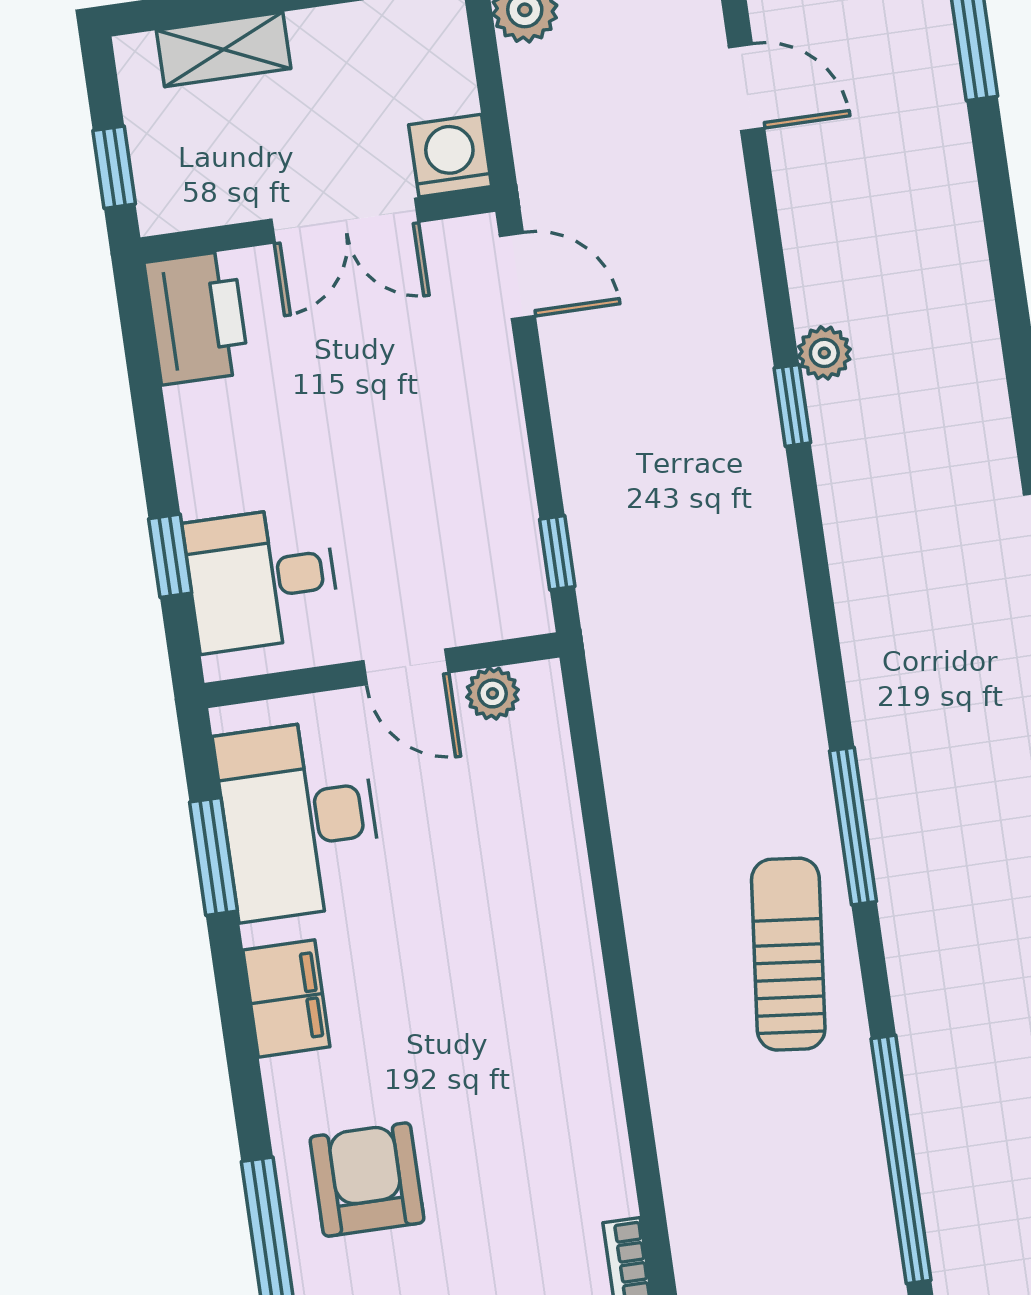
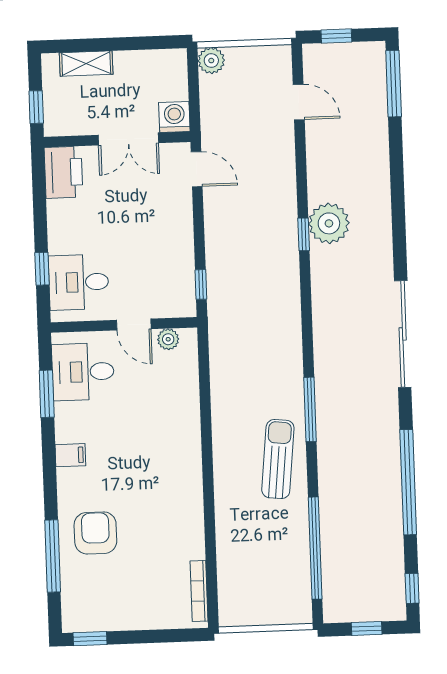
plant: (824, 353) -> (329, 223), width x1.88, depth x1.88
desk: (299, 819) -> (83, 372), width x0.73
filing cabinet: (286, 998) -> (70, 455), width x0.50

